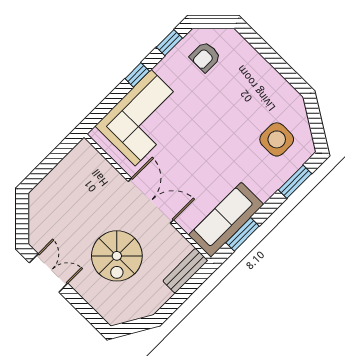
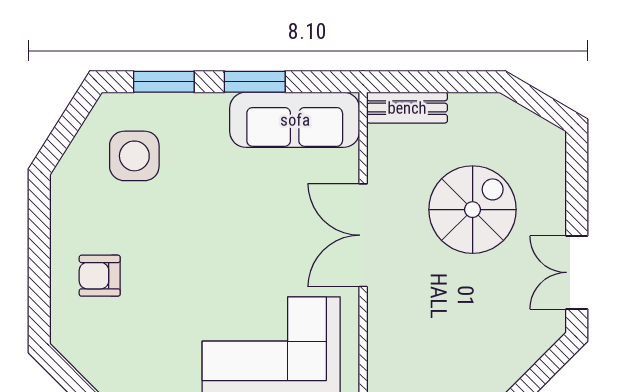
armchair: (205, 57) -> (100, 276), moved, turned 180
window: (243, 234) -> (255, 82), moved

